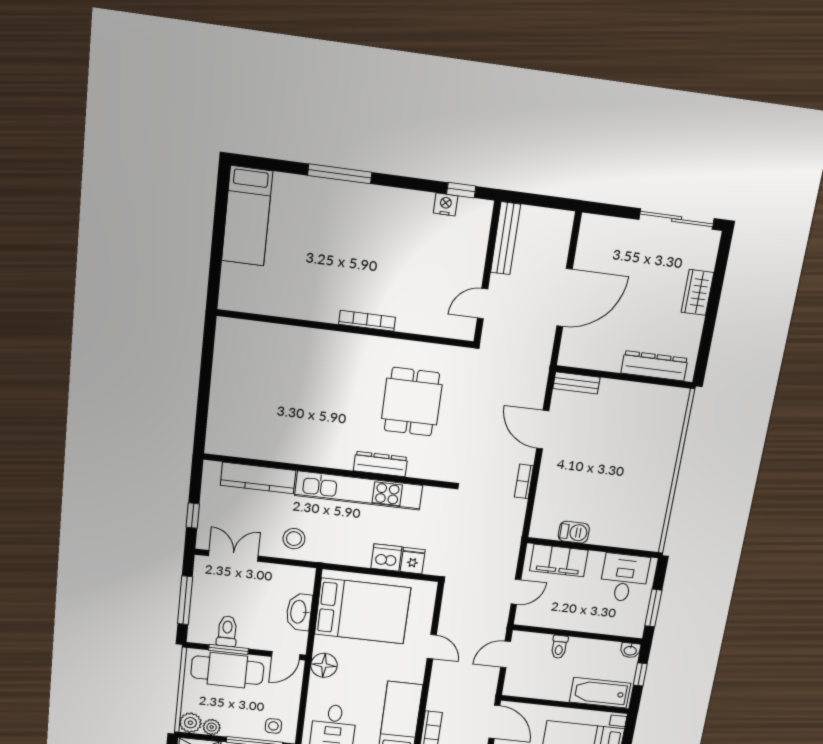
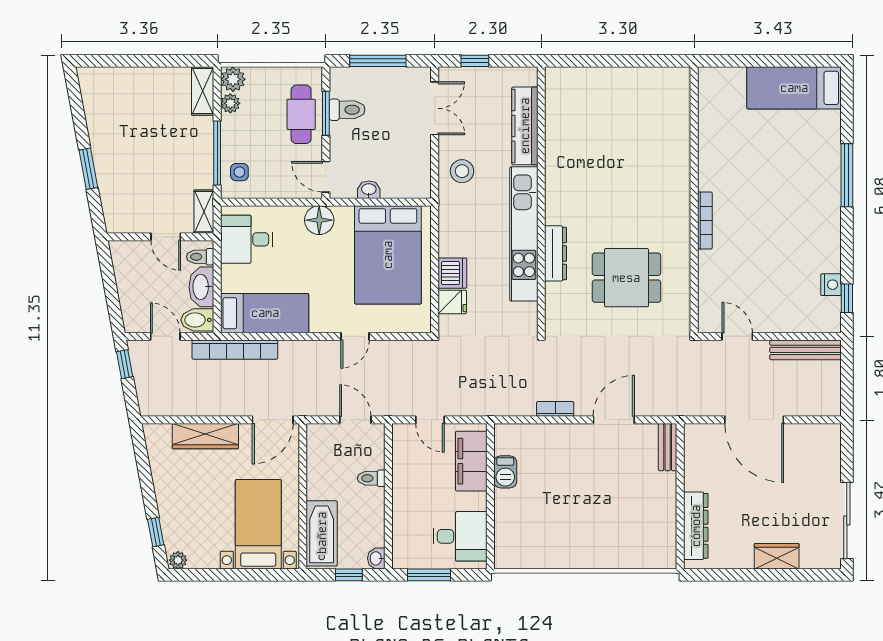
washbasin: (299, 612) -> (369, 190), width x0.52, depth x0.69
cafe table: (227, 670) -> (301, 114), width x0.73, depth x0.74

